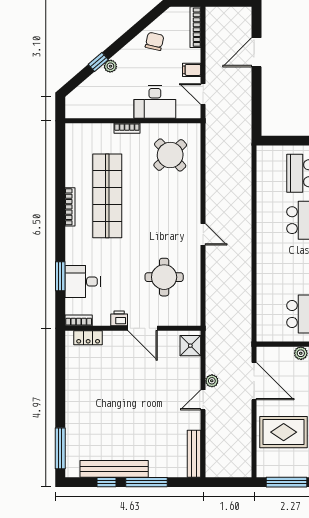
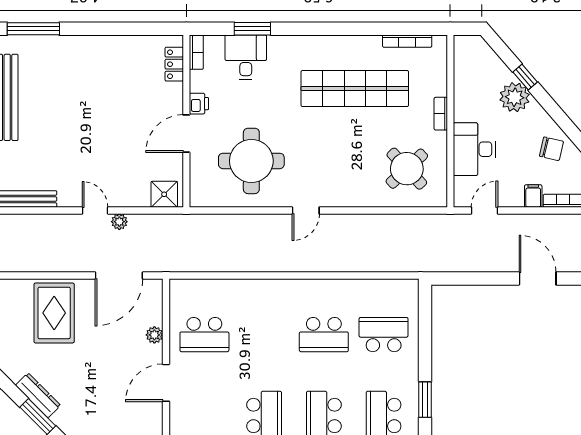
plant: (110, 66) -> (515, 97), width x1.88, depth x1.88
filing cabinet: (192, 70) -> (533, 196), moved
bookcase: (70, 207) -> (407, 41), moved
round table: (164, 277) -> (251, 161), width x1.36, depth x1.36

